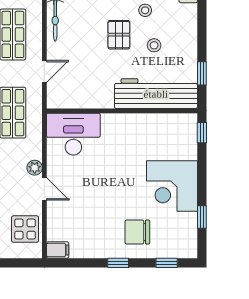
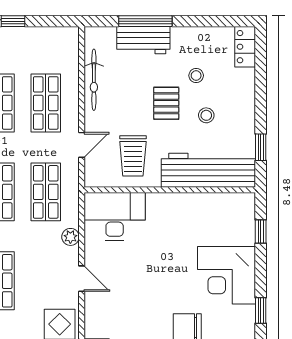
trolley: (90, 81) -> (133, 156), added
window: (202, 133) -> (261, 231), moved
plant: (35, 168) -> (70, 237), moved

